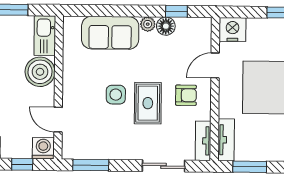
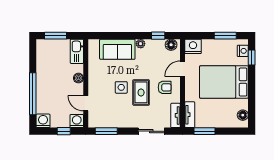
floor lamp: (166, 26) -> (171, 45), moved
boiler: (40, 72) -> (78, 78), width x0.54, depth x0.54

